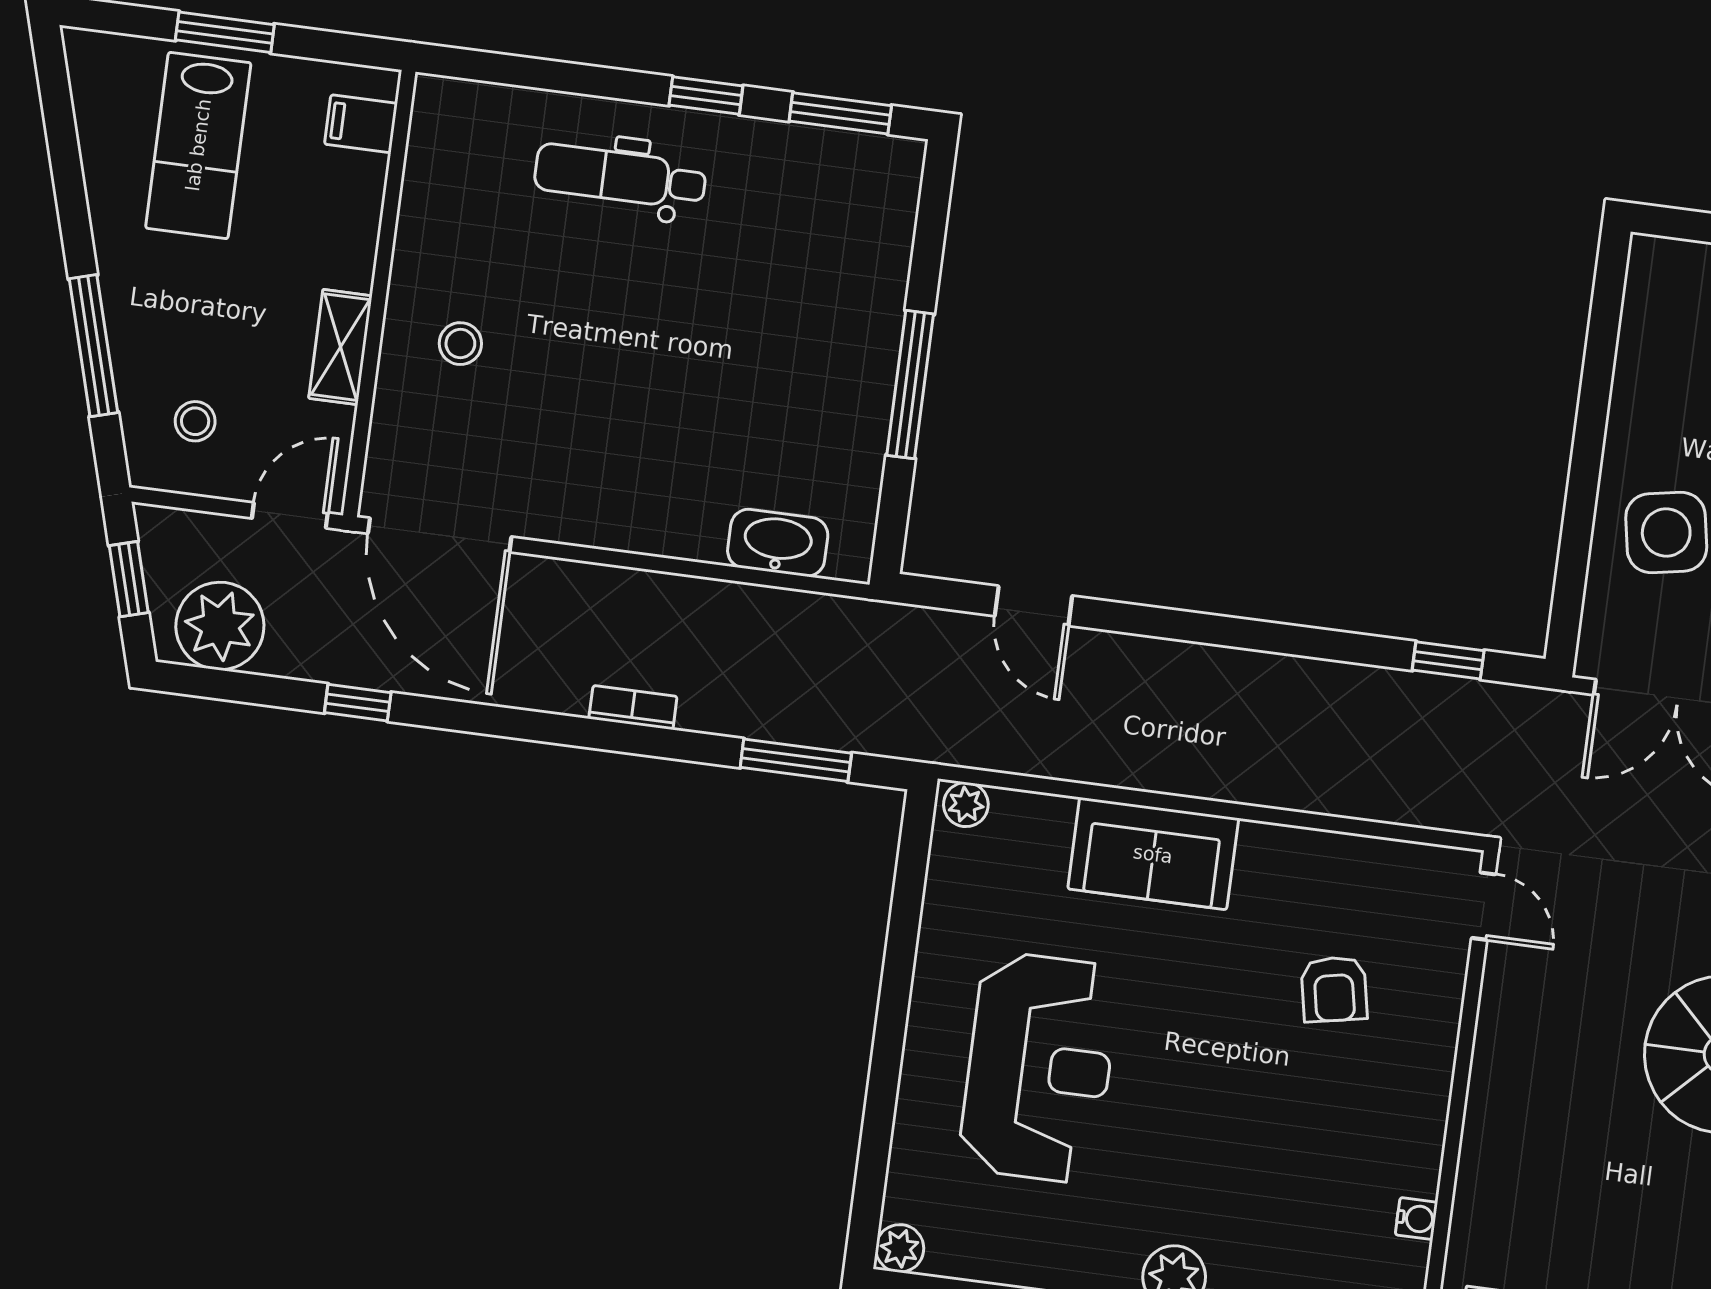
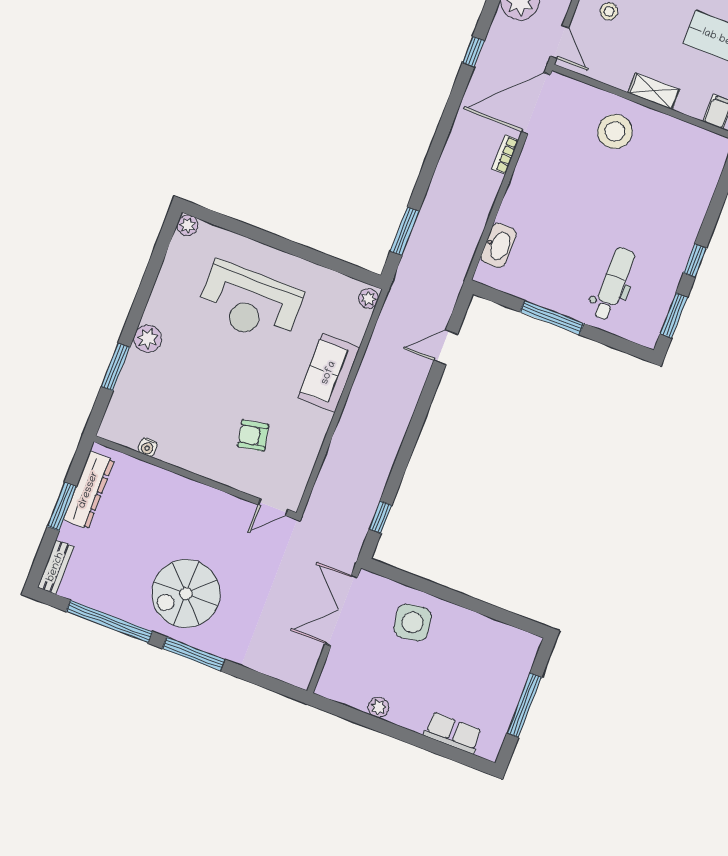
dental chair: (620, 176) -> (614, 284), moved
stool: (460, 344) -> (615, 131), width x1.89, depth x1.89
shelving: (340, 347) -> (654, 91), moved
bookcase: (633, 708) -> (505, 154), moved, turned 180

